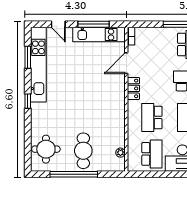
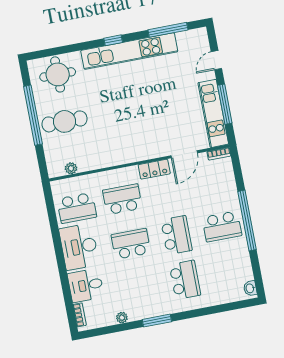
window: (28, 57) -> (168, 30), width x1.44
door: (126, 63) -> (184, 154), swing flipped
kitchen unit: (38, 65) -> (129, 51), moved

